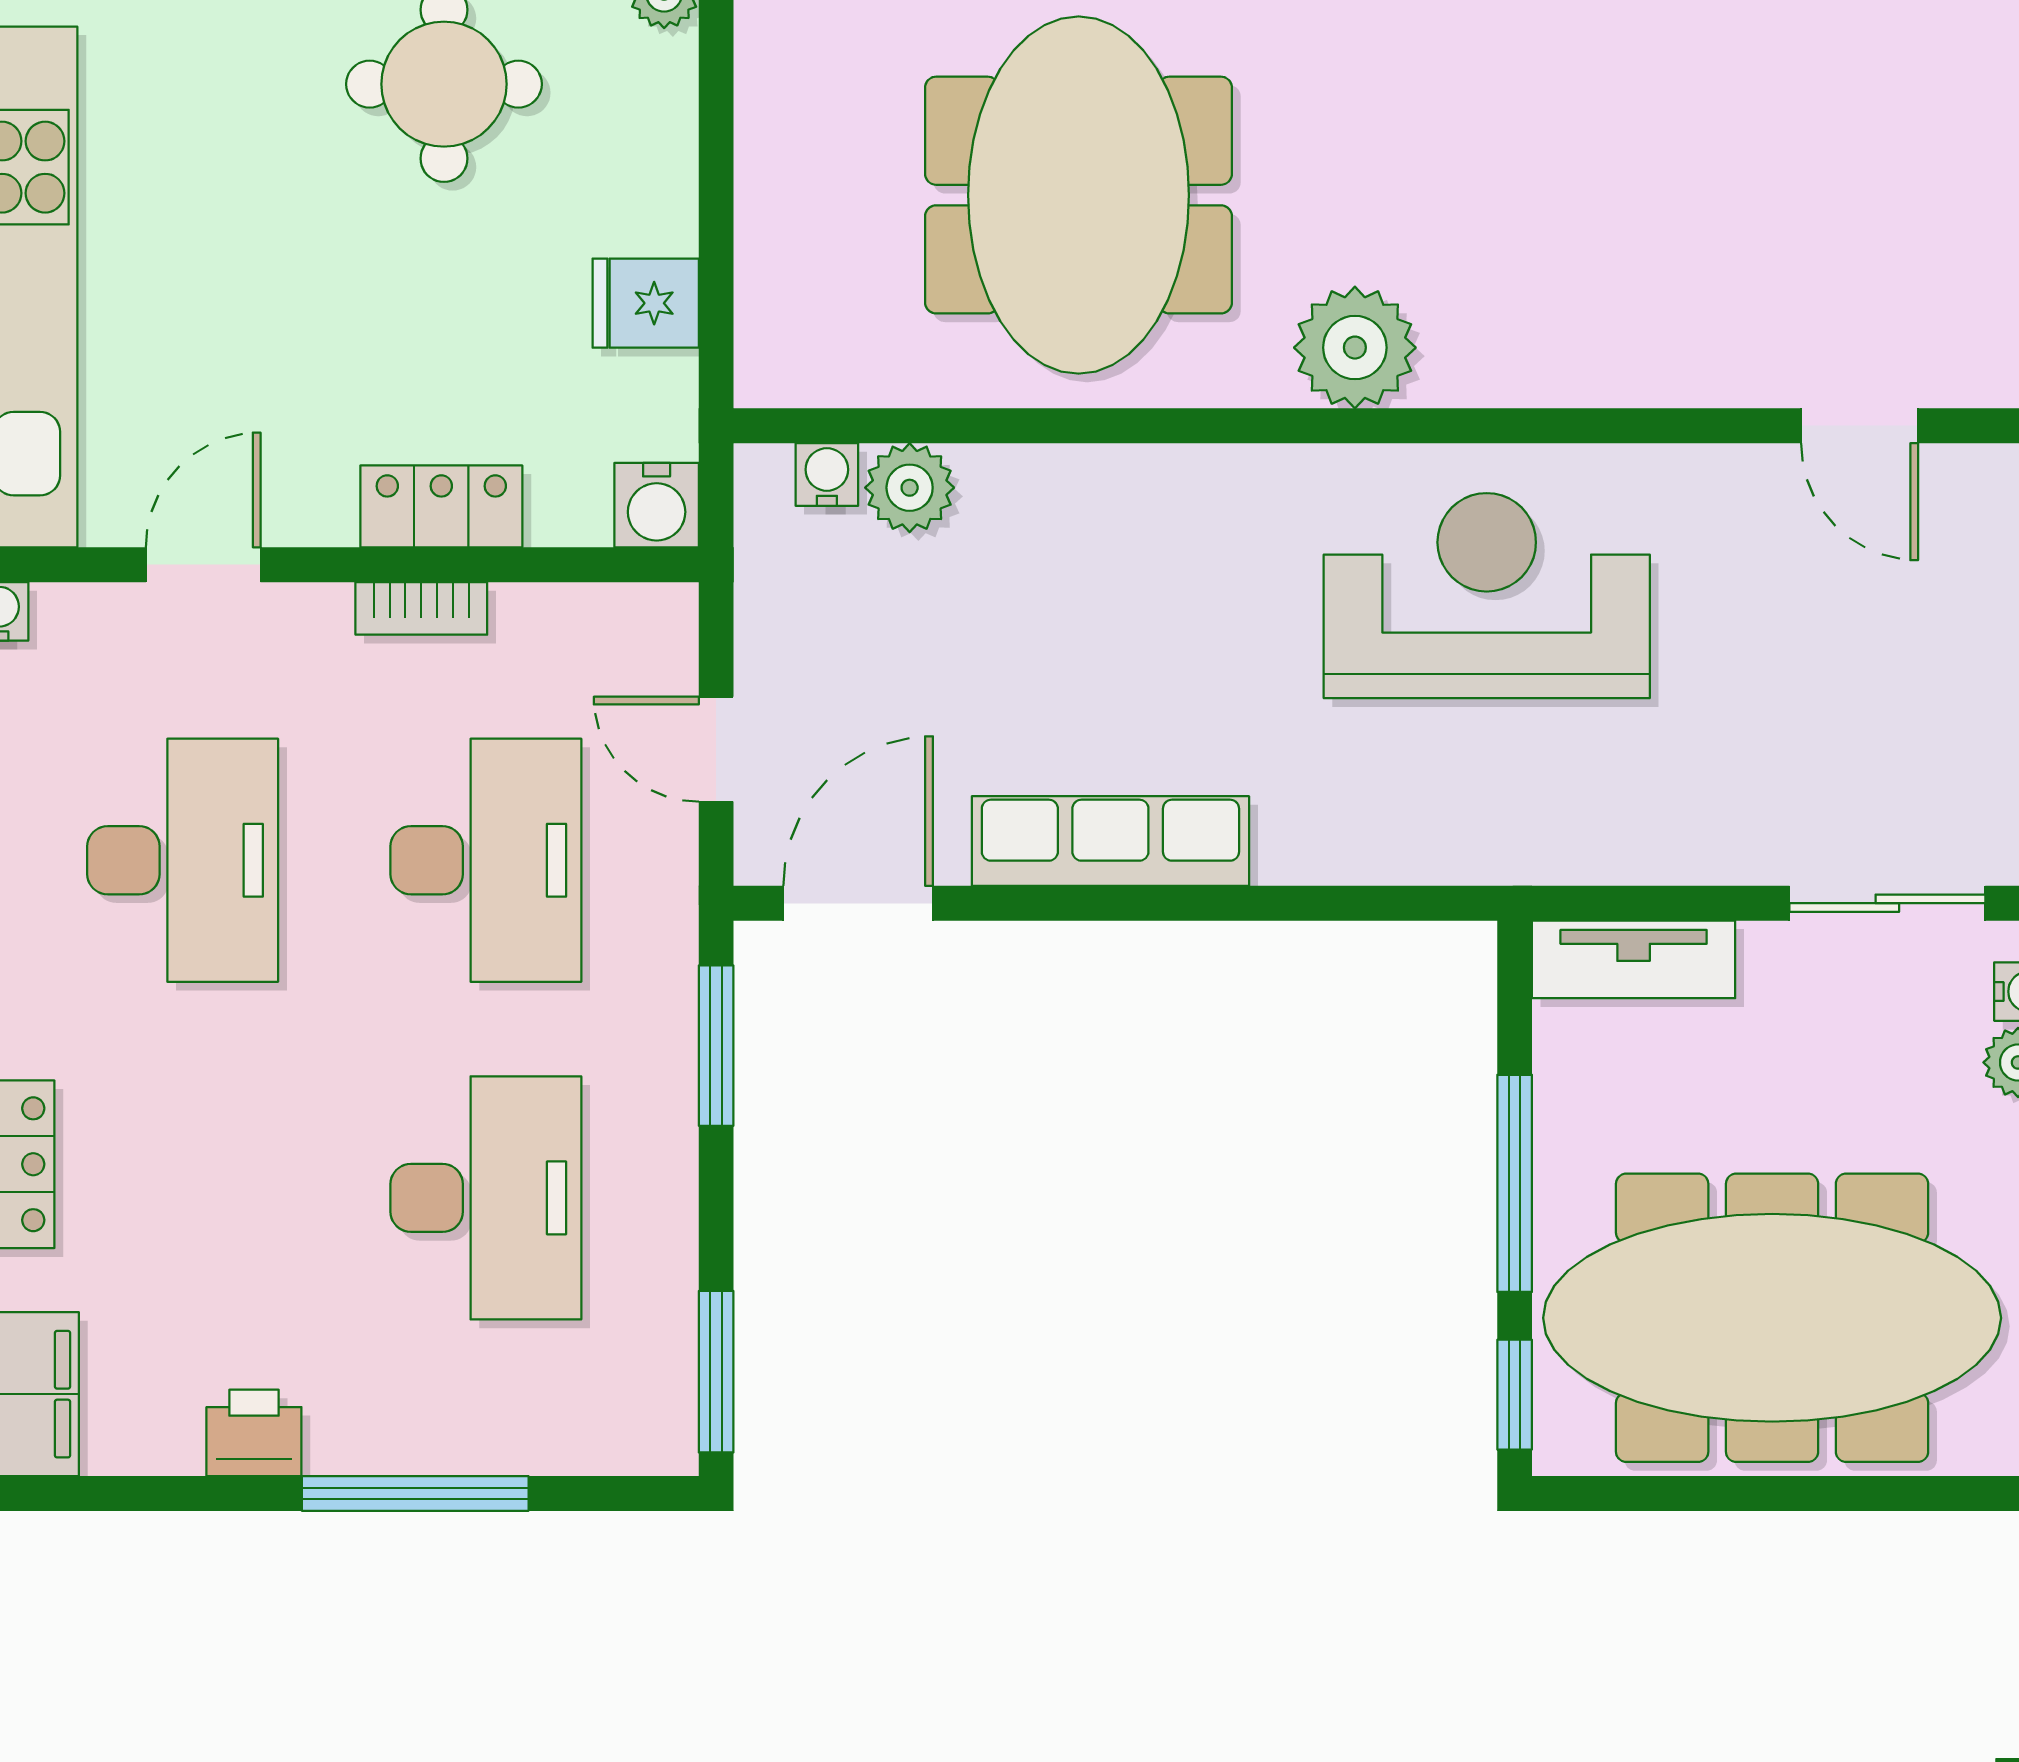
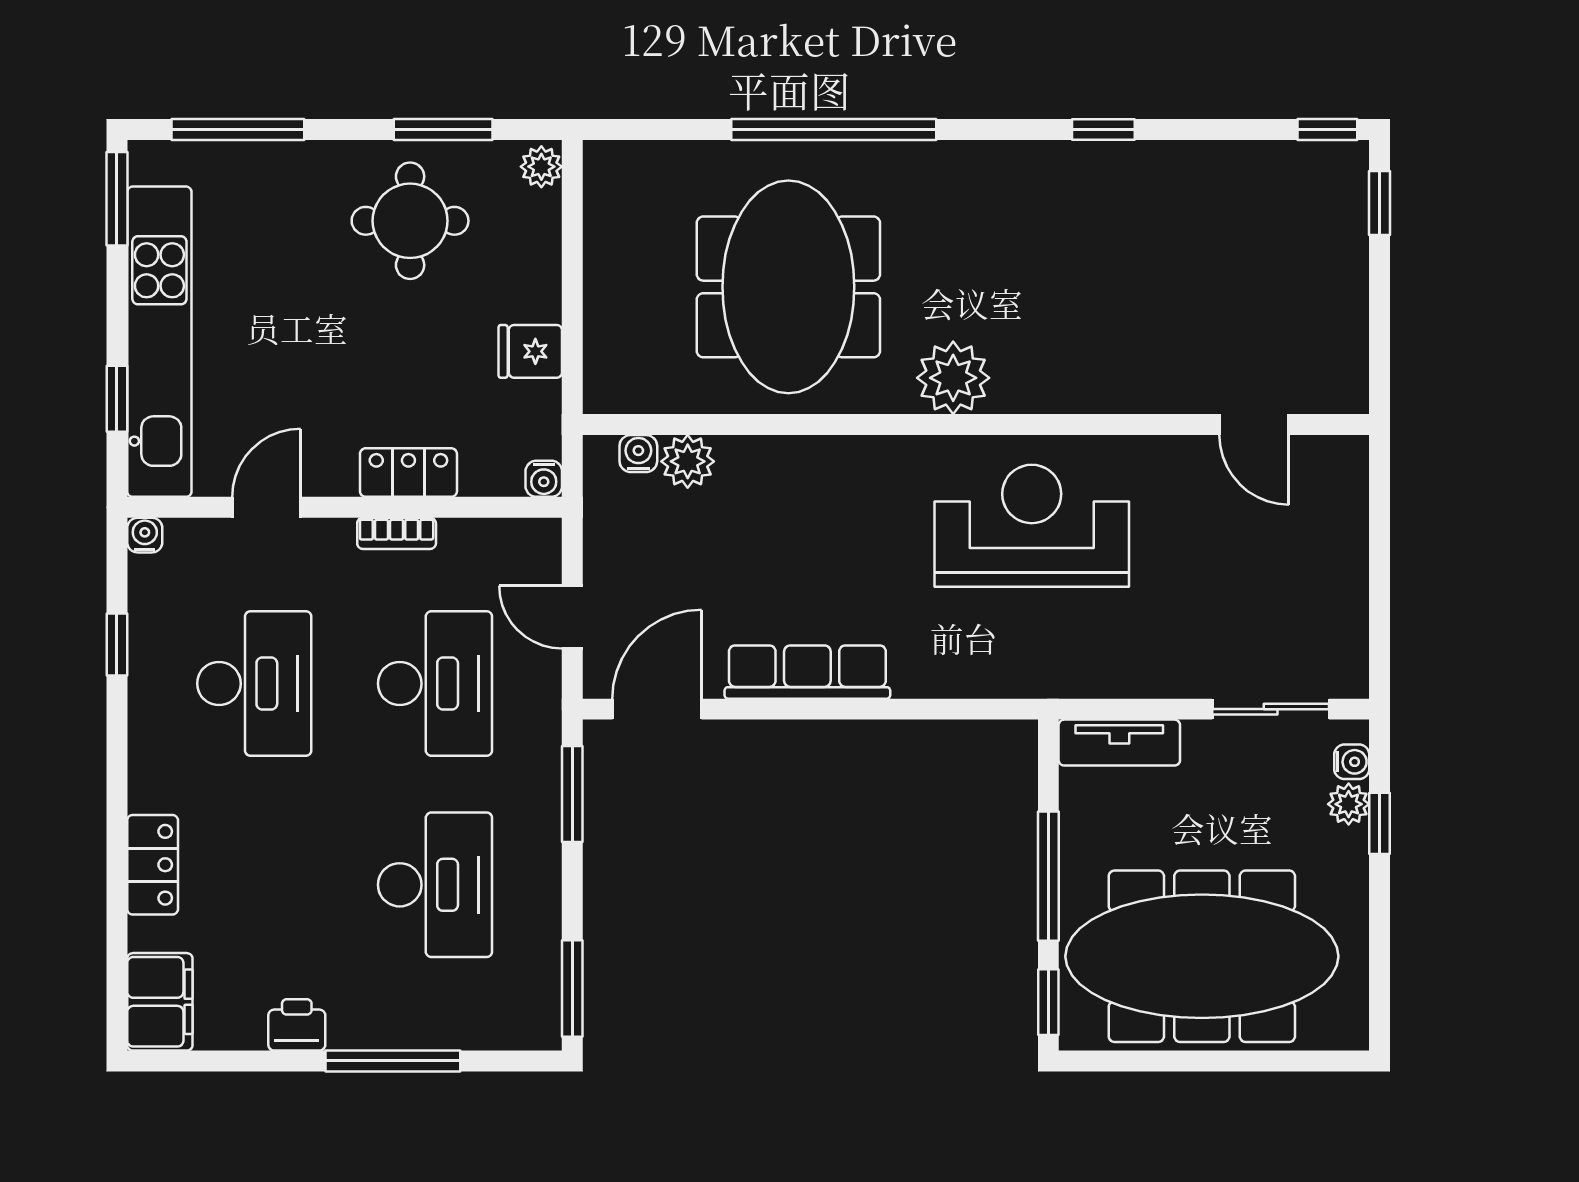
water cooler: (657, 505) -> (544, 479), width x0.72, depth x0.72

